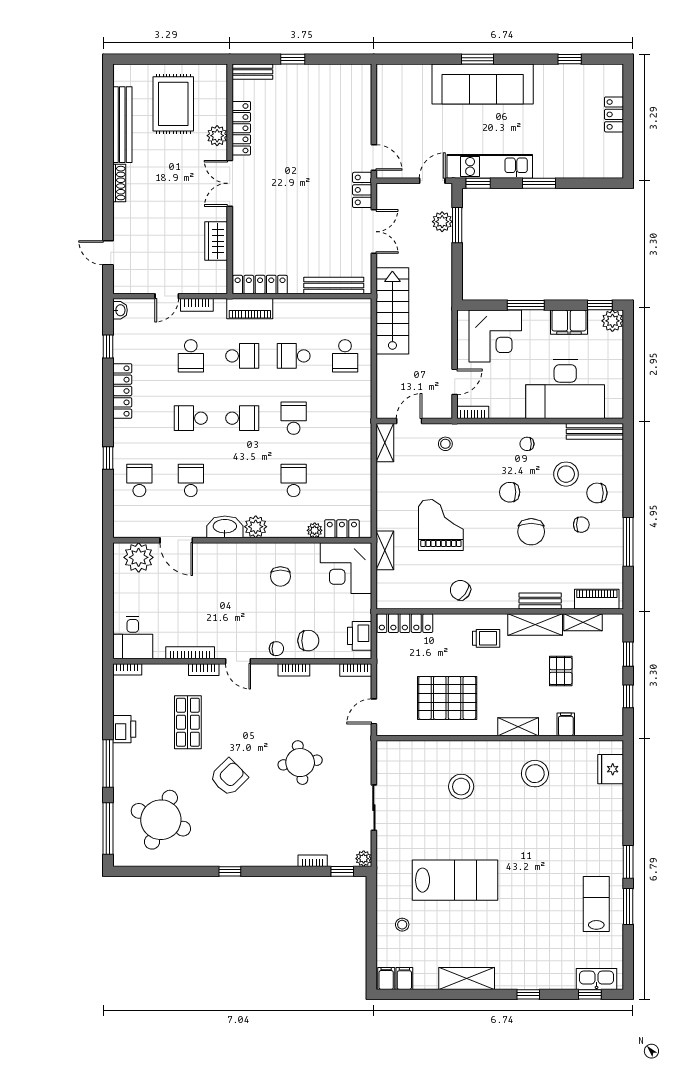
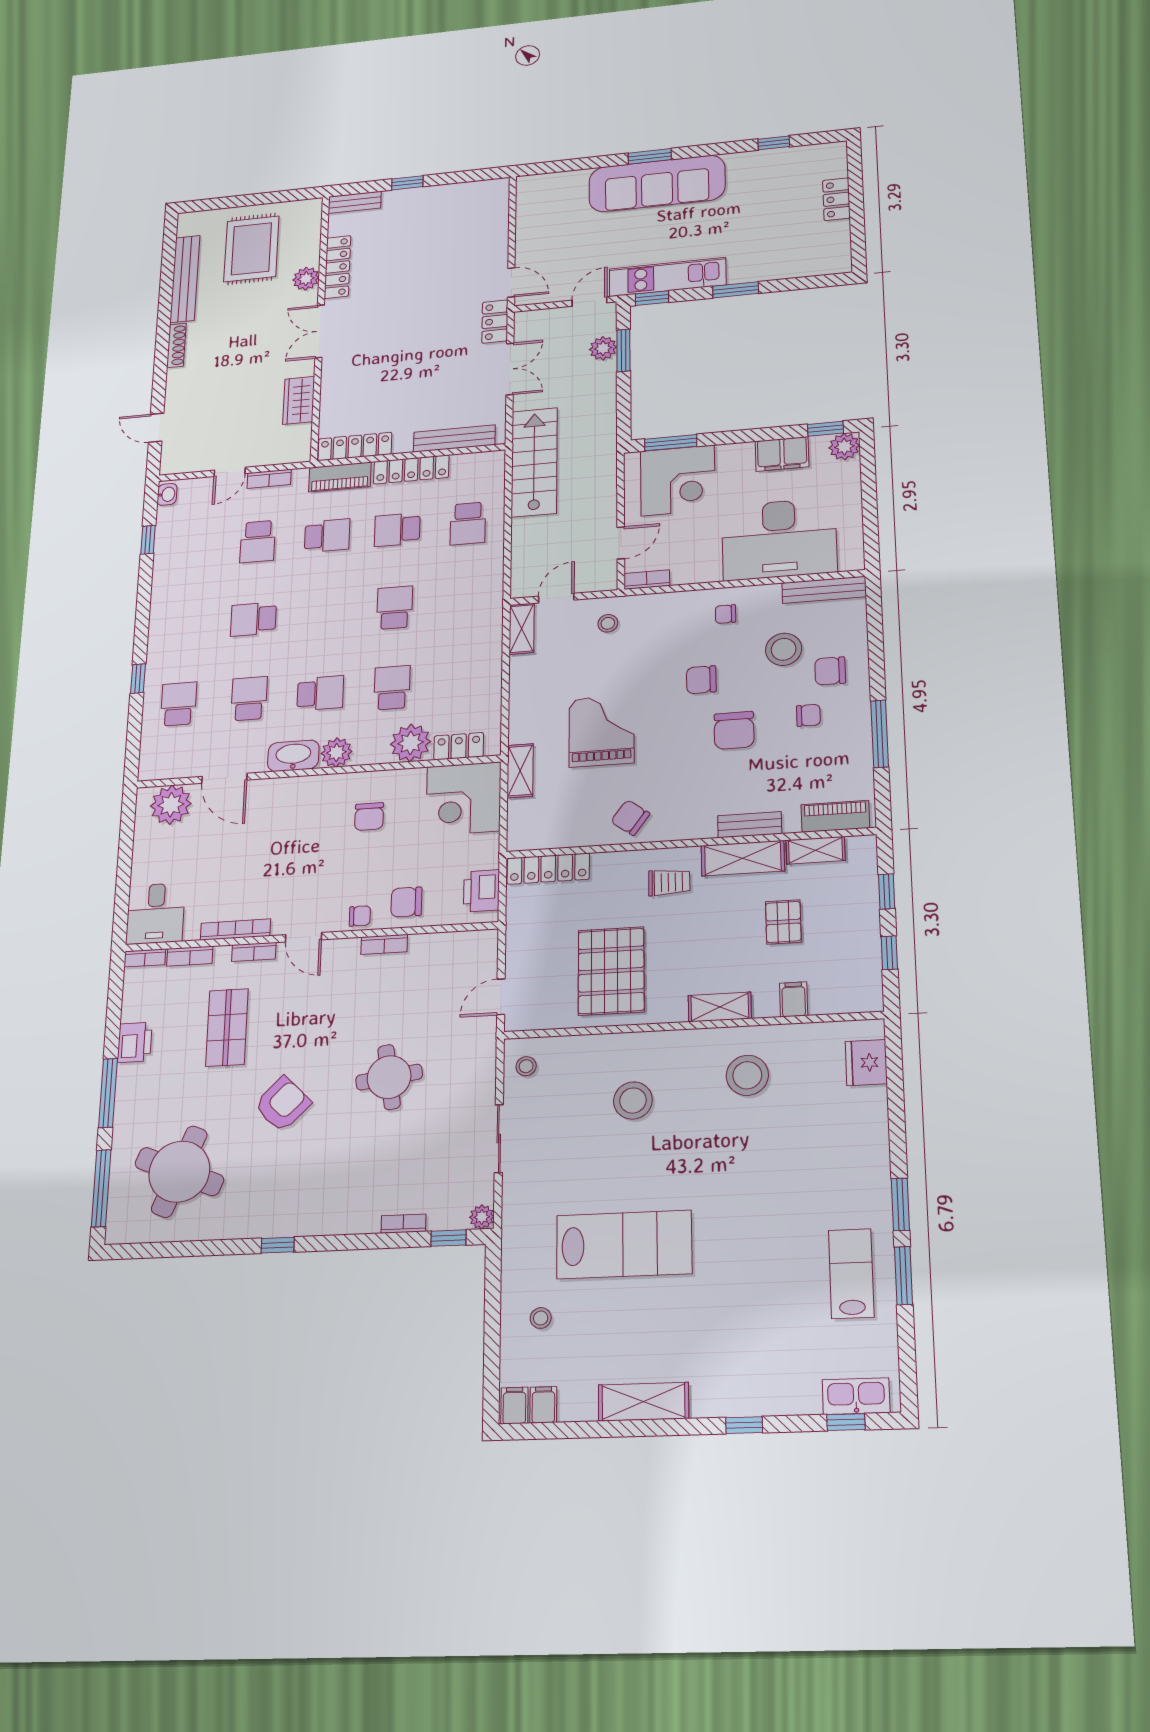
window: (526, 305) -> (671, 443), moved
locker: (122, 391) -> (411, 469), moved, turned 90
school desk: (242, 418) -> (320, 693), moved
plant: (315, 530) -> (411, 743), width x1.88, depth x1.88
chair: (308, 641) -> (406, 902), turned 180
bookcase: (356, 670) -> (190, 956), moved
pallet: (447, 698) -> (611, 971), turned 90
stool: (391, 760) -> (526, 1066), added

